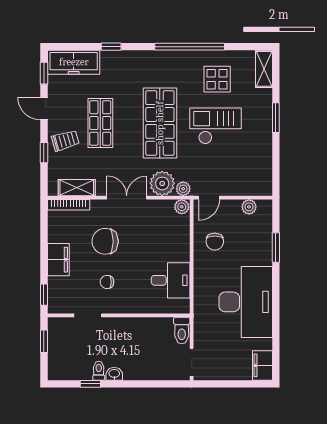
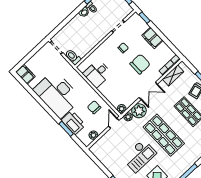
printer: (260, 247) -> (73, 123), added

